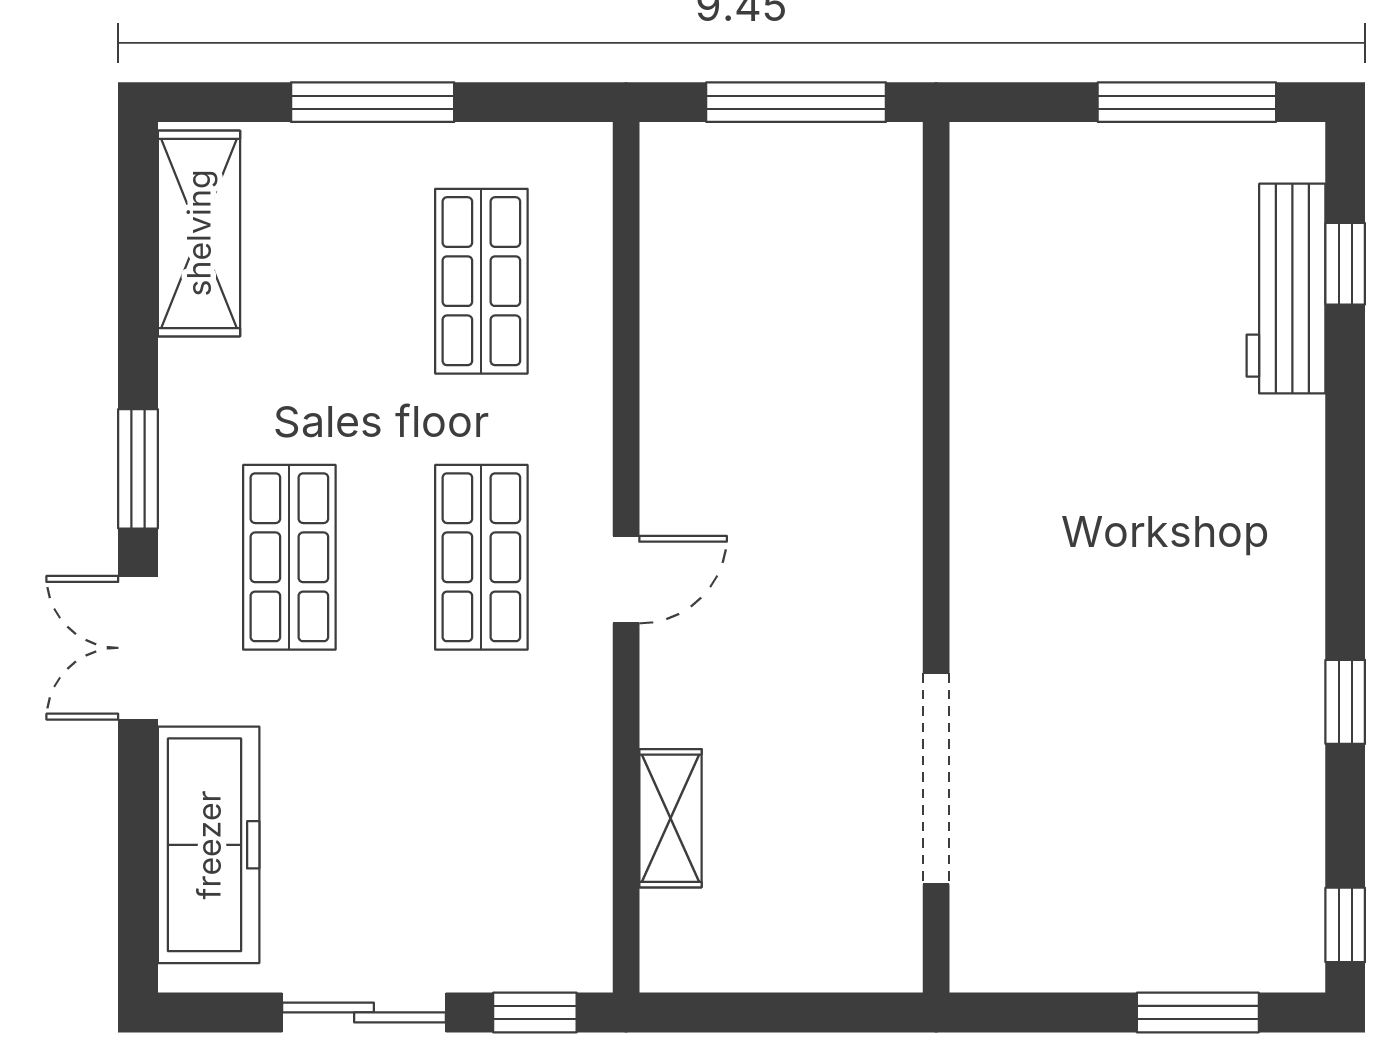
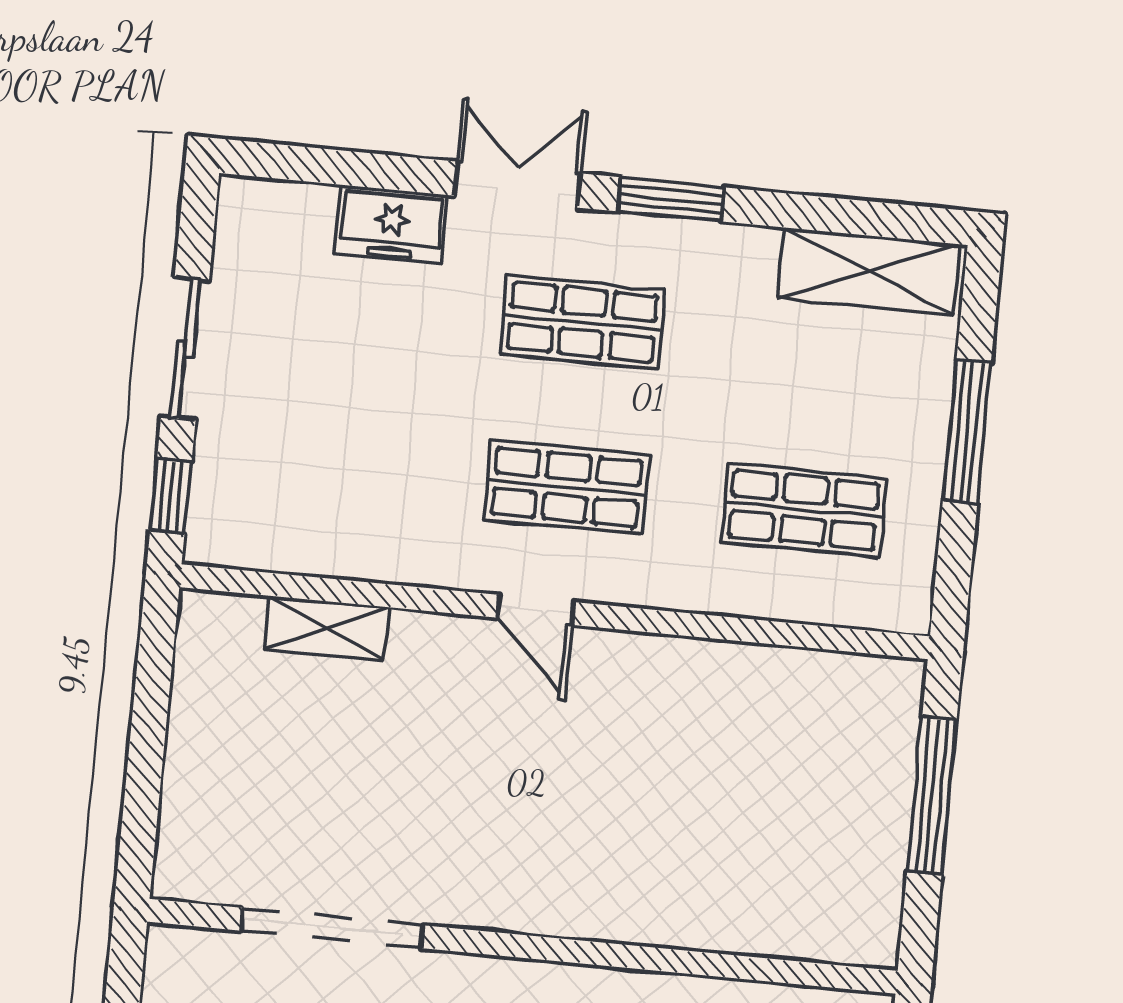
wall: (936, 557) -> (522, 946), moved
doorway: (936, 779) -> (332, 928), moved
freezer: (209, 845) -> (391, 225), width x0.52, depth x0.79

